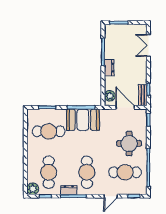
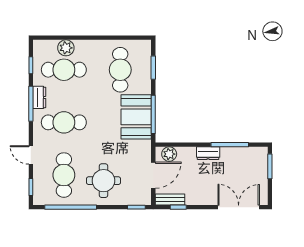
double door: (148, 45) -> (239, 207), width x1.37
plant: (33, 189) -> (66, 48), moved

